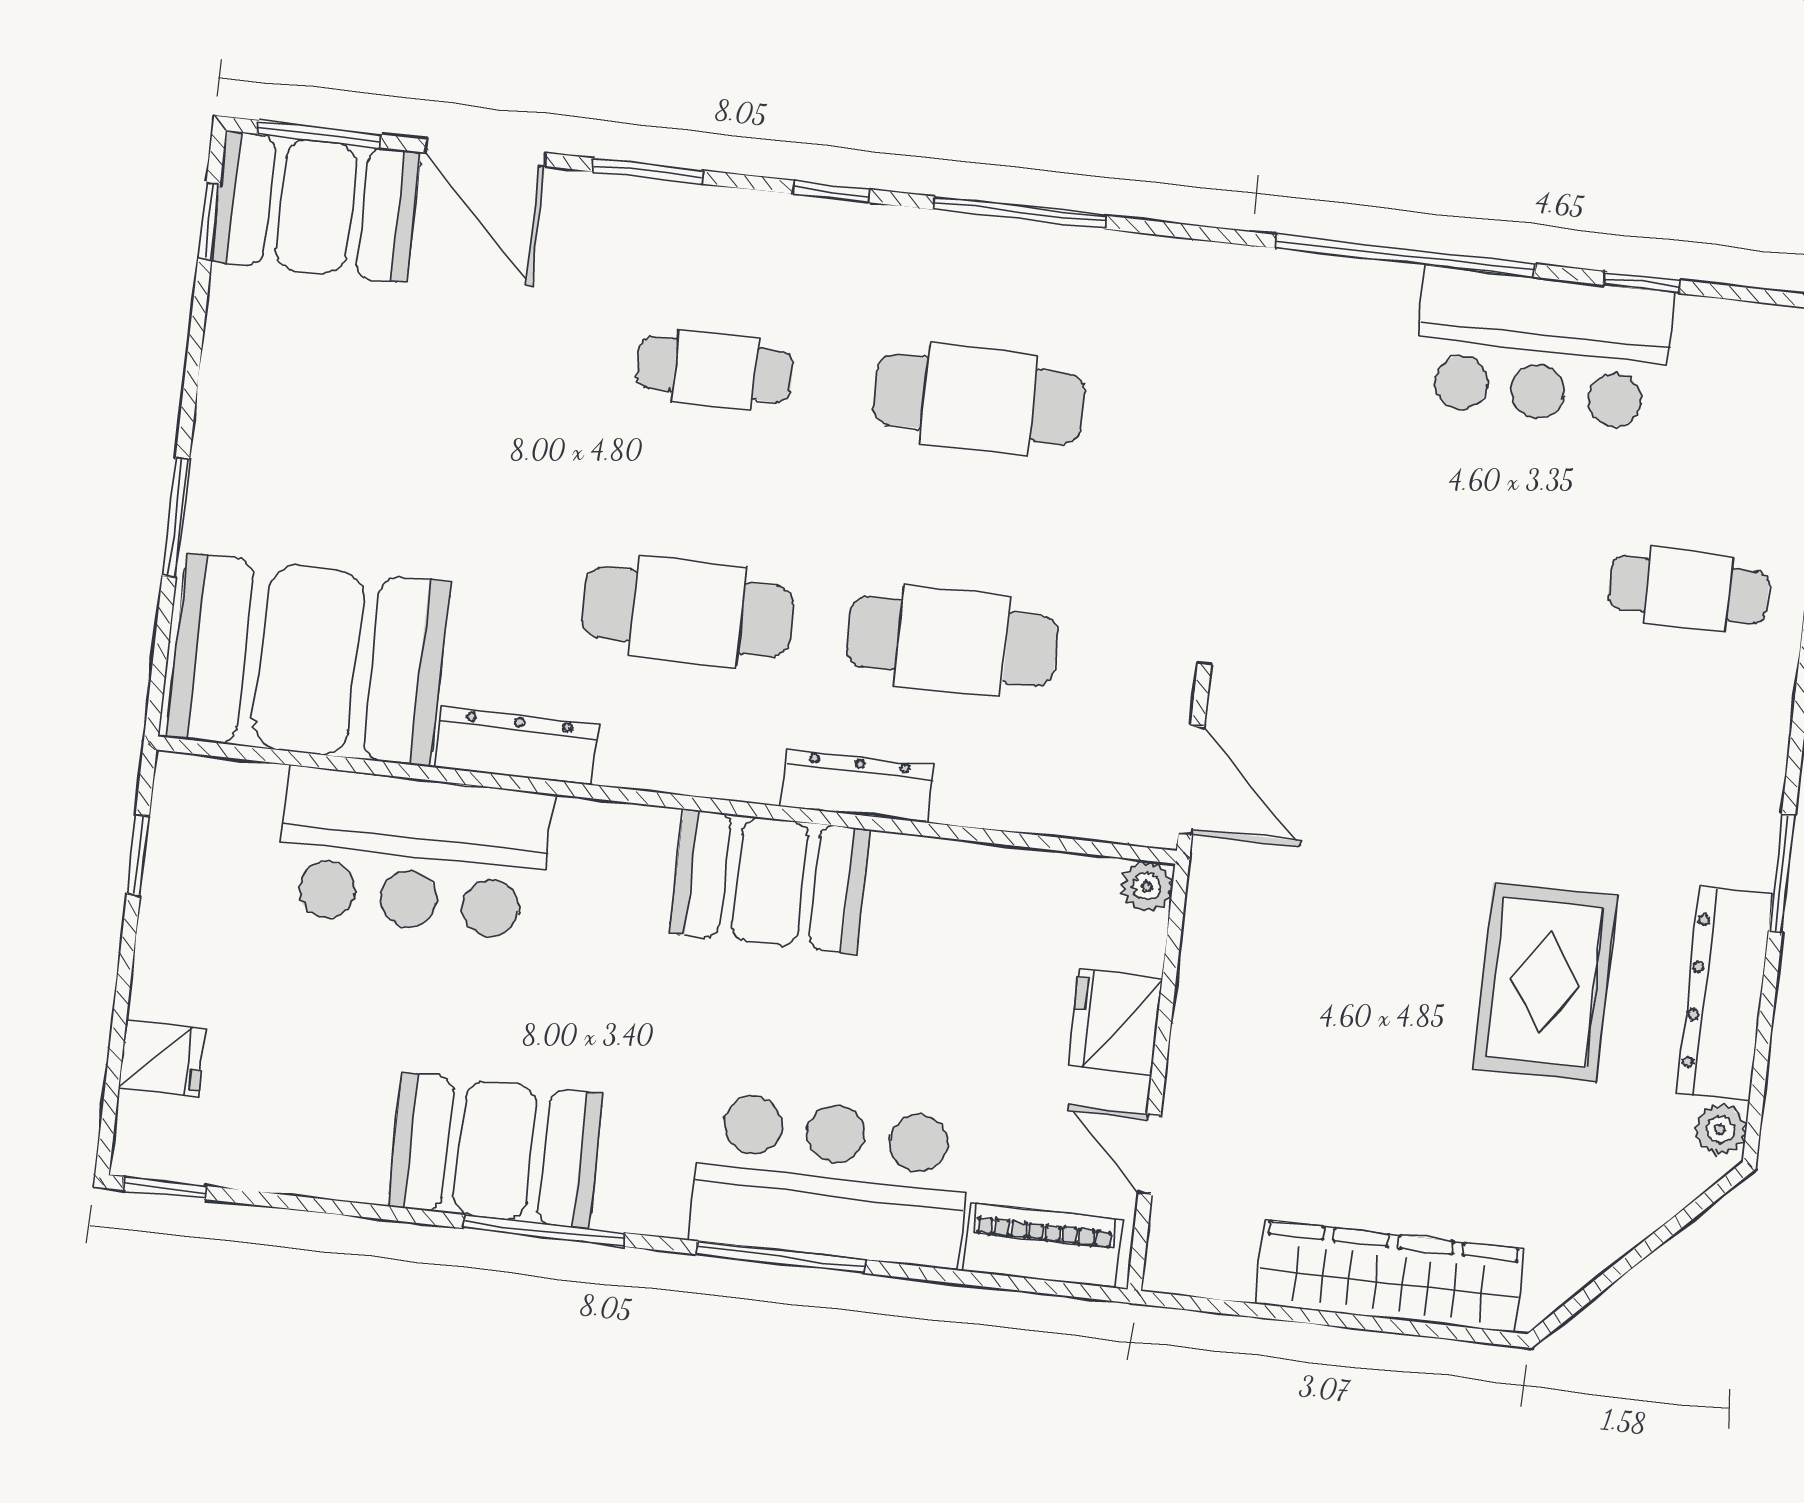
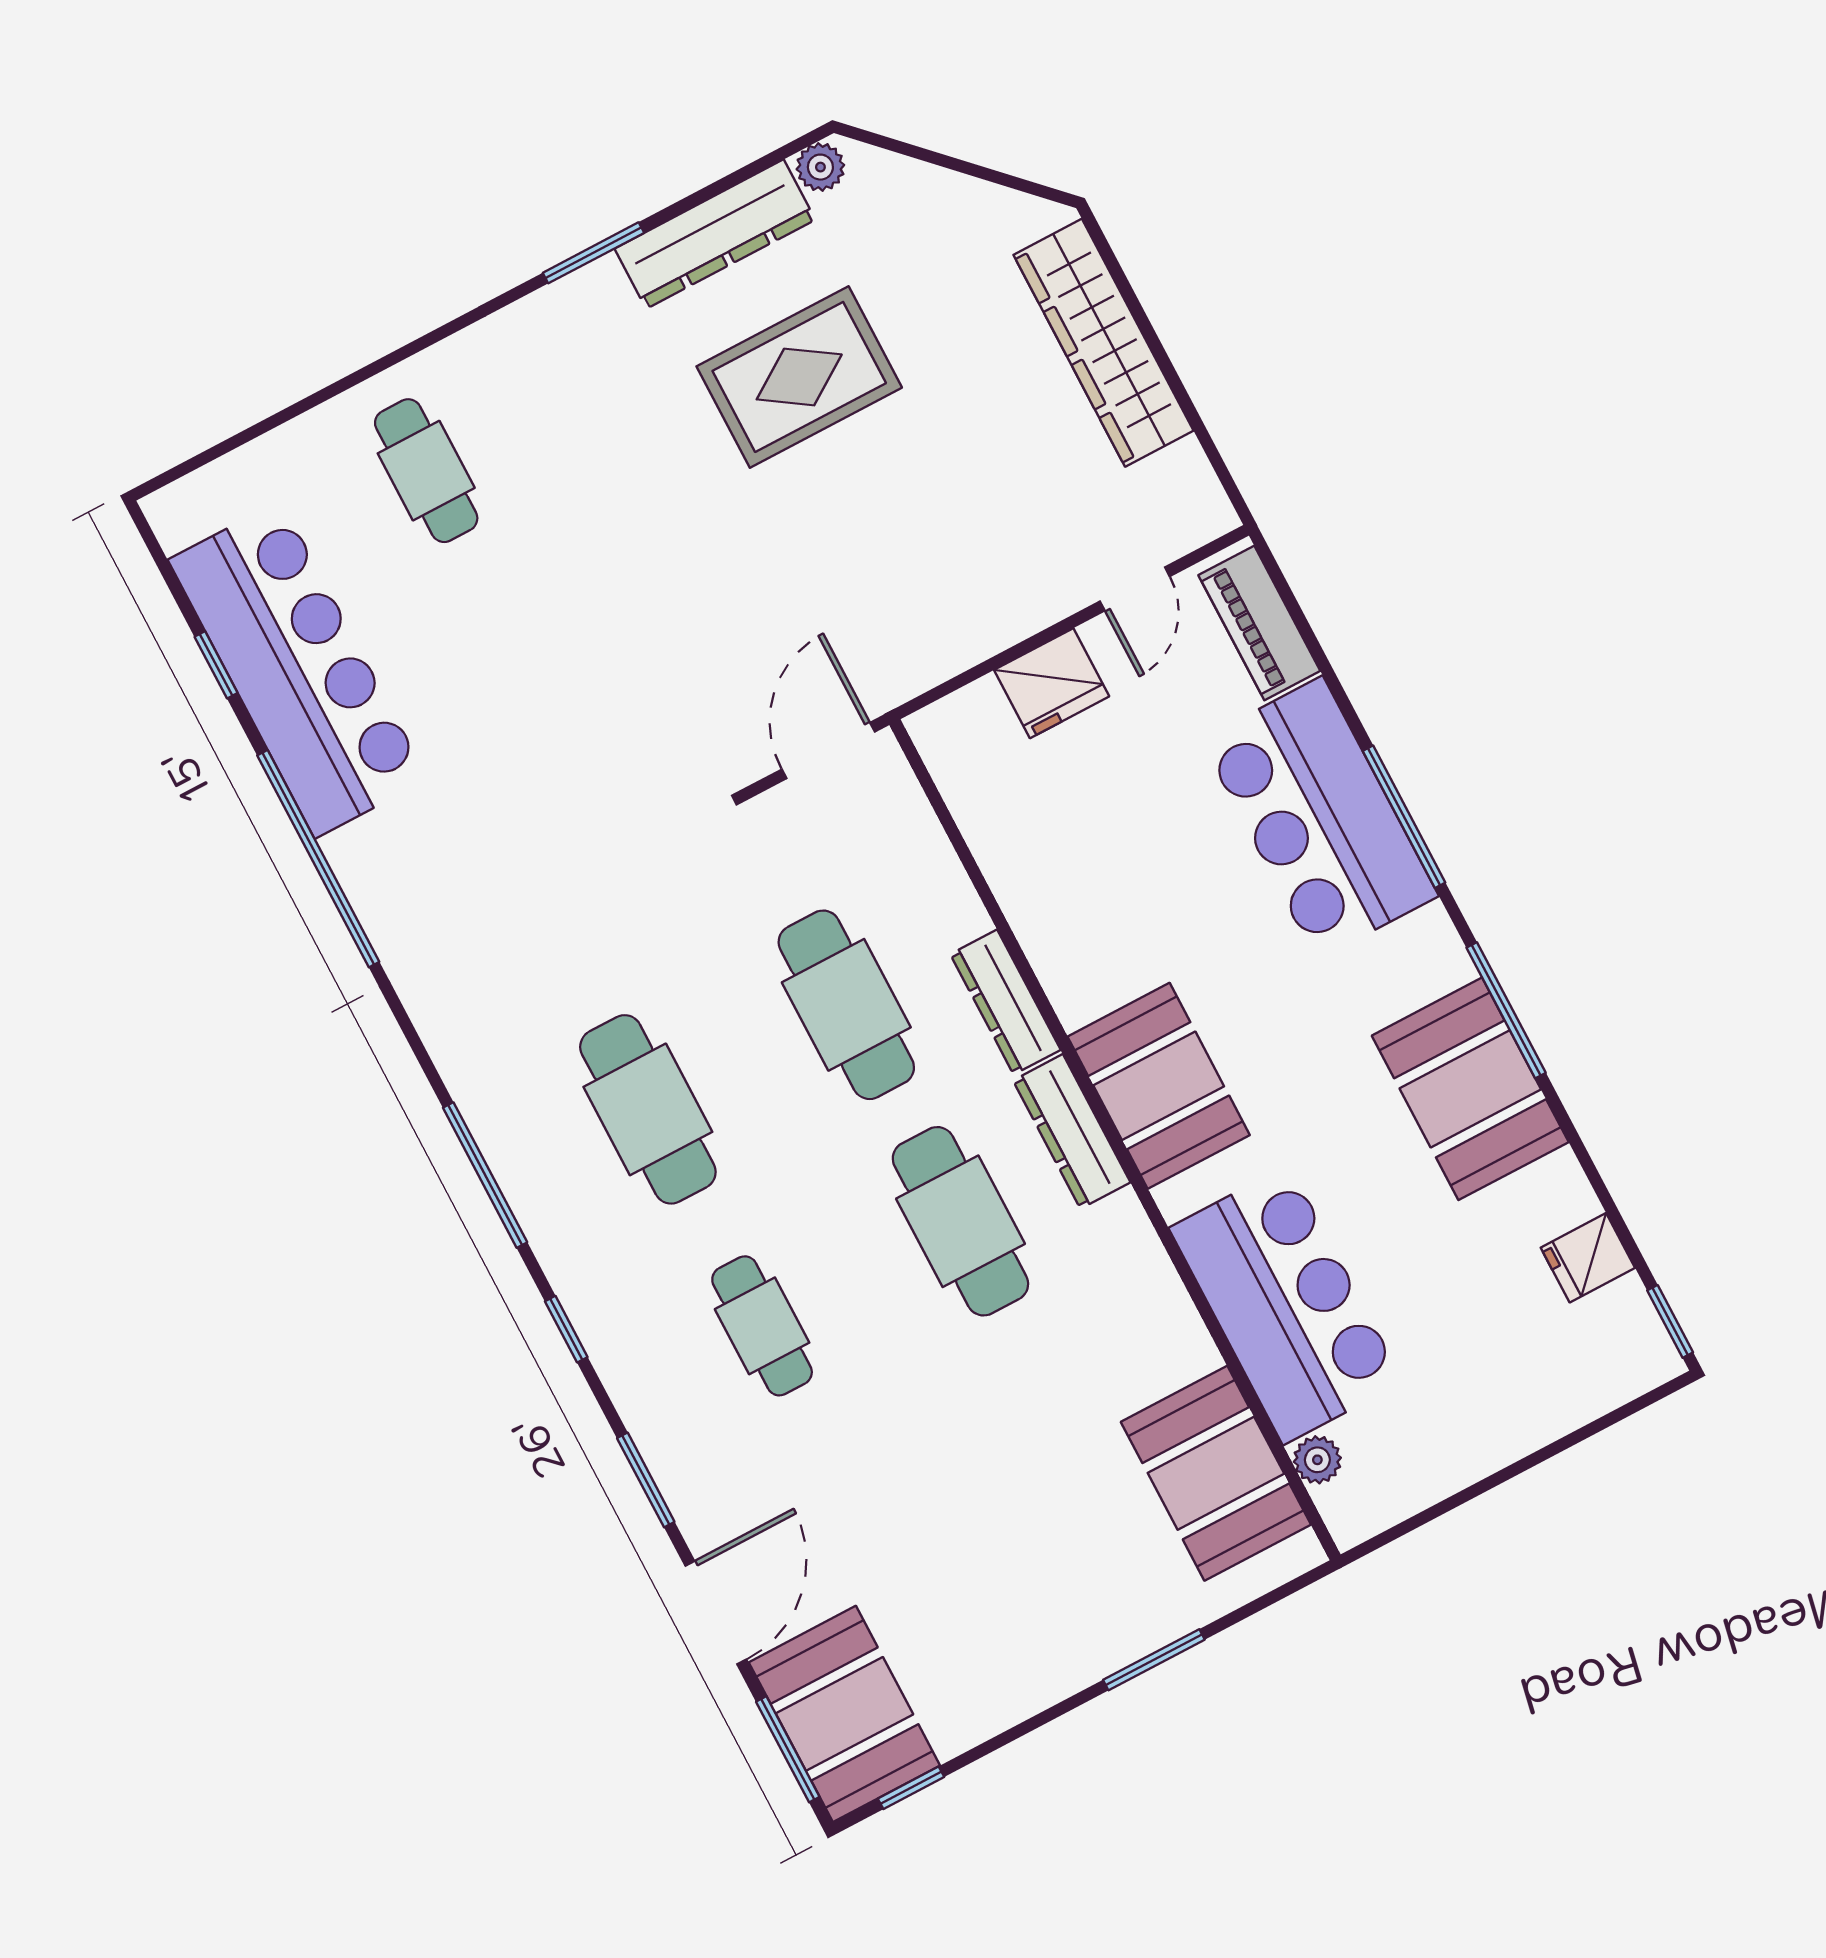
bar counter: (1543, 348) -> (298, 669), width x1.36
booth: (308, 660) -> (1216, 1473), width x0.73, depth x0.70
dresser: (517, 746) -> (1072, 1131), moved
window: (138, 855) -> (1430, 1514), removed
booth: (770, 881) -> (1159, 1086), moved
plant: (1147, 887) -> (1317, 1460), moved
fridge: (162, 1059) -> (1588, 1258), moved, turned -90

